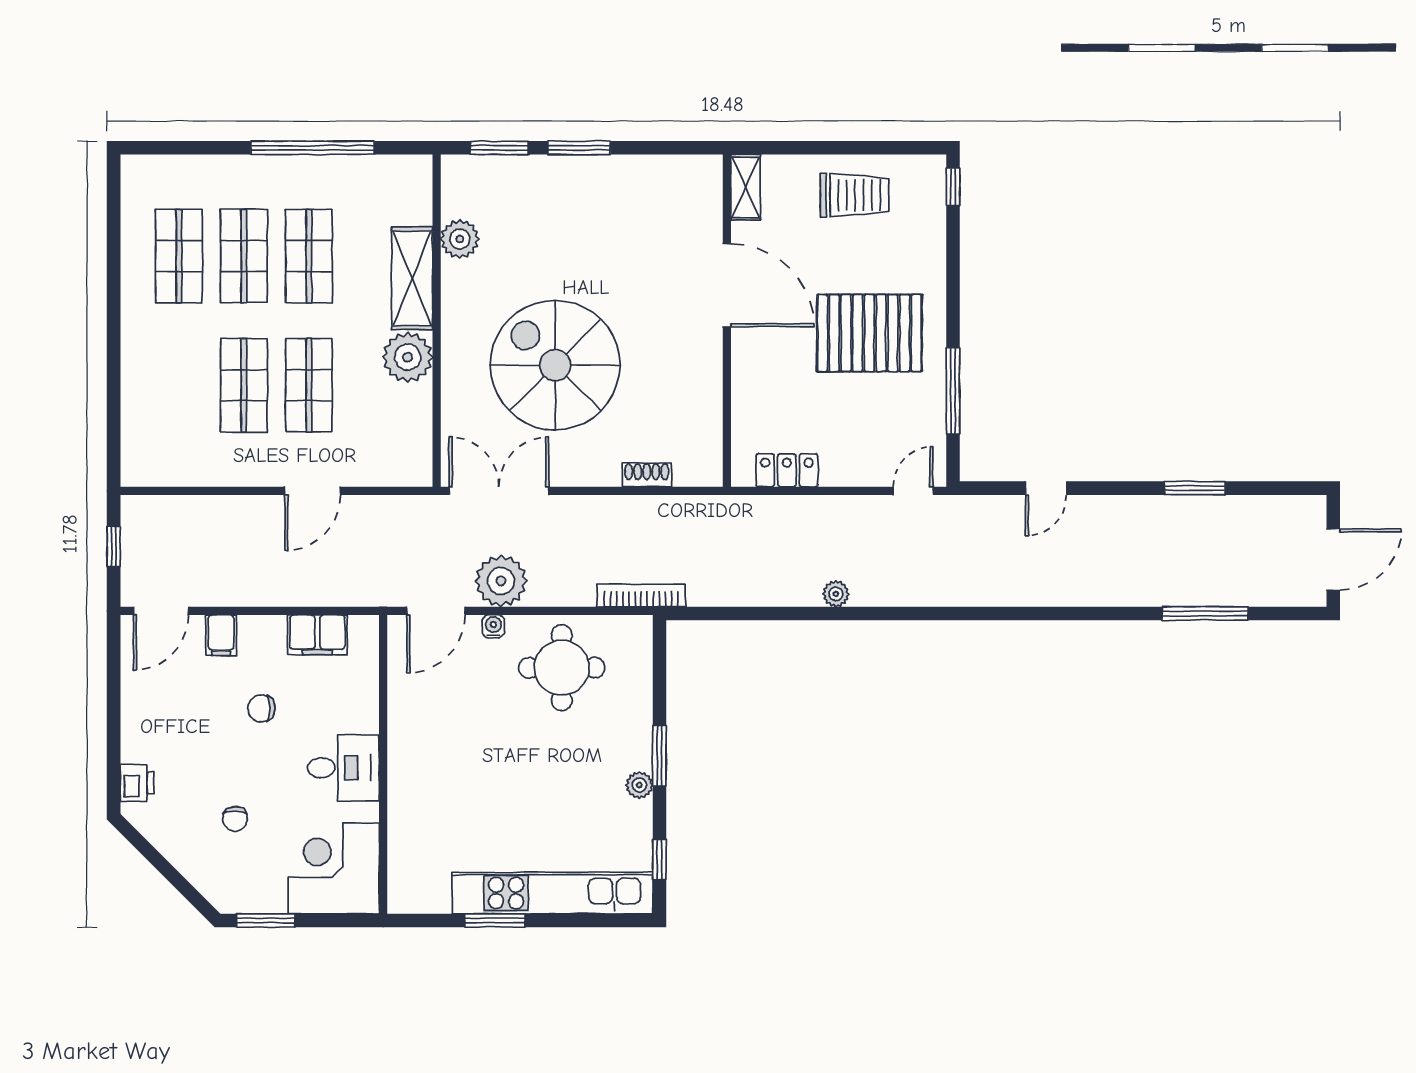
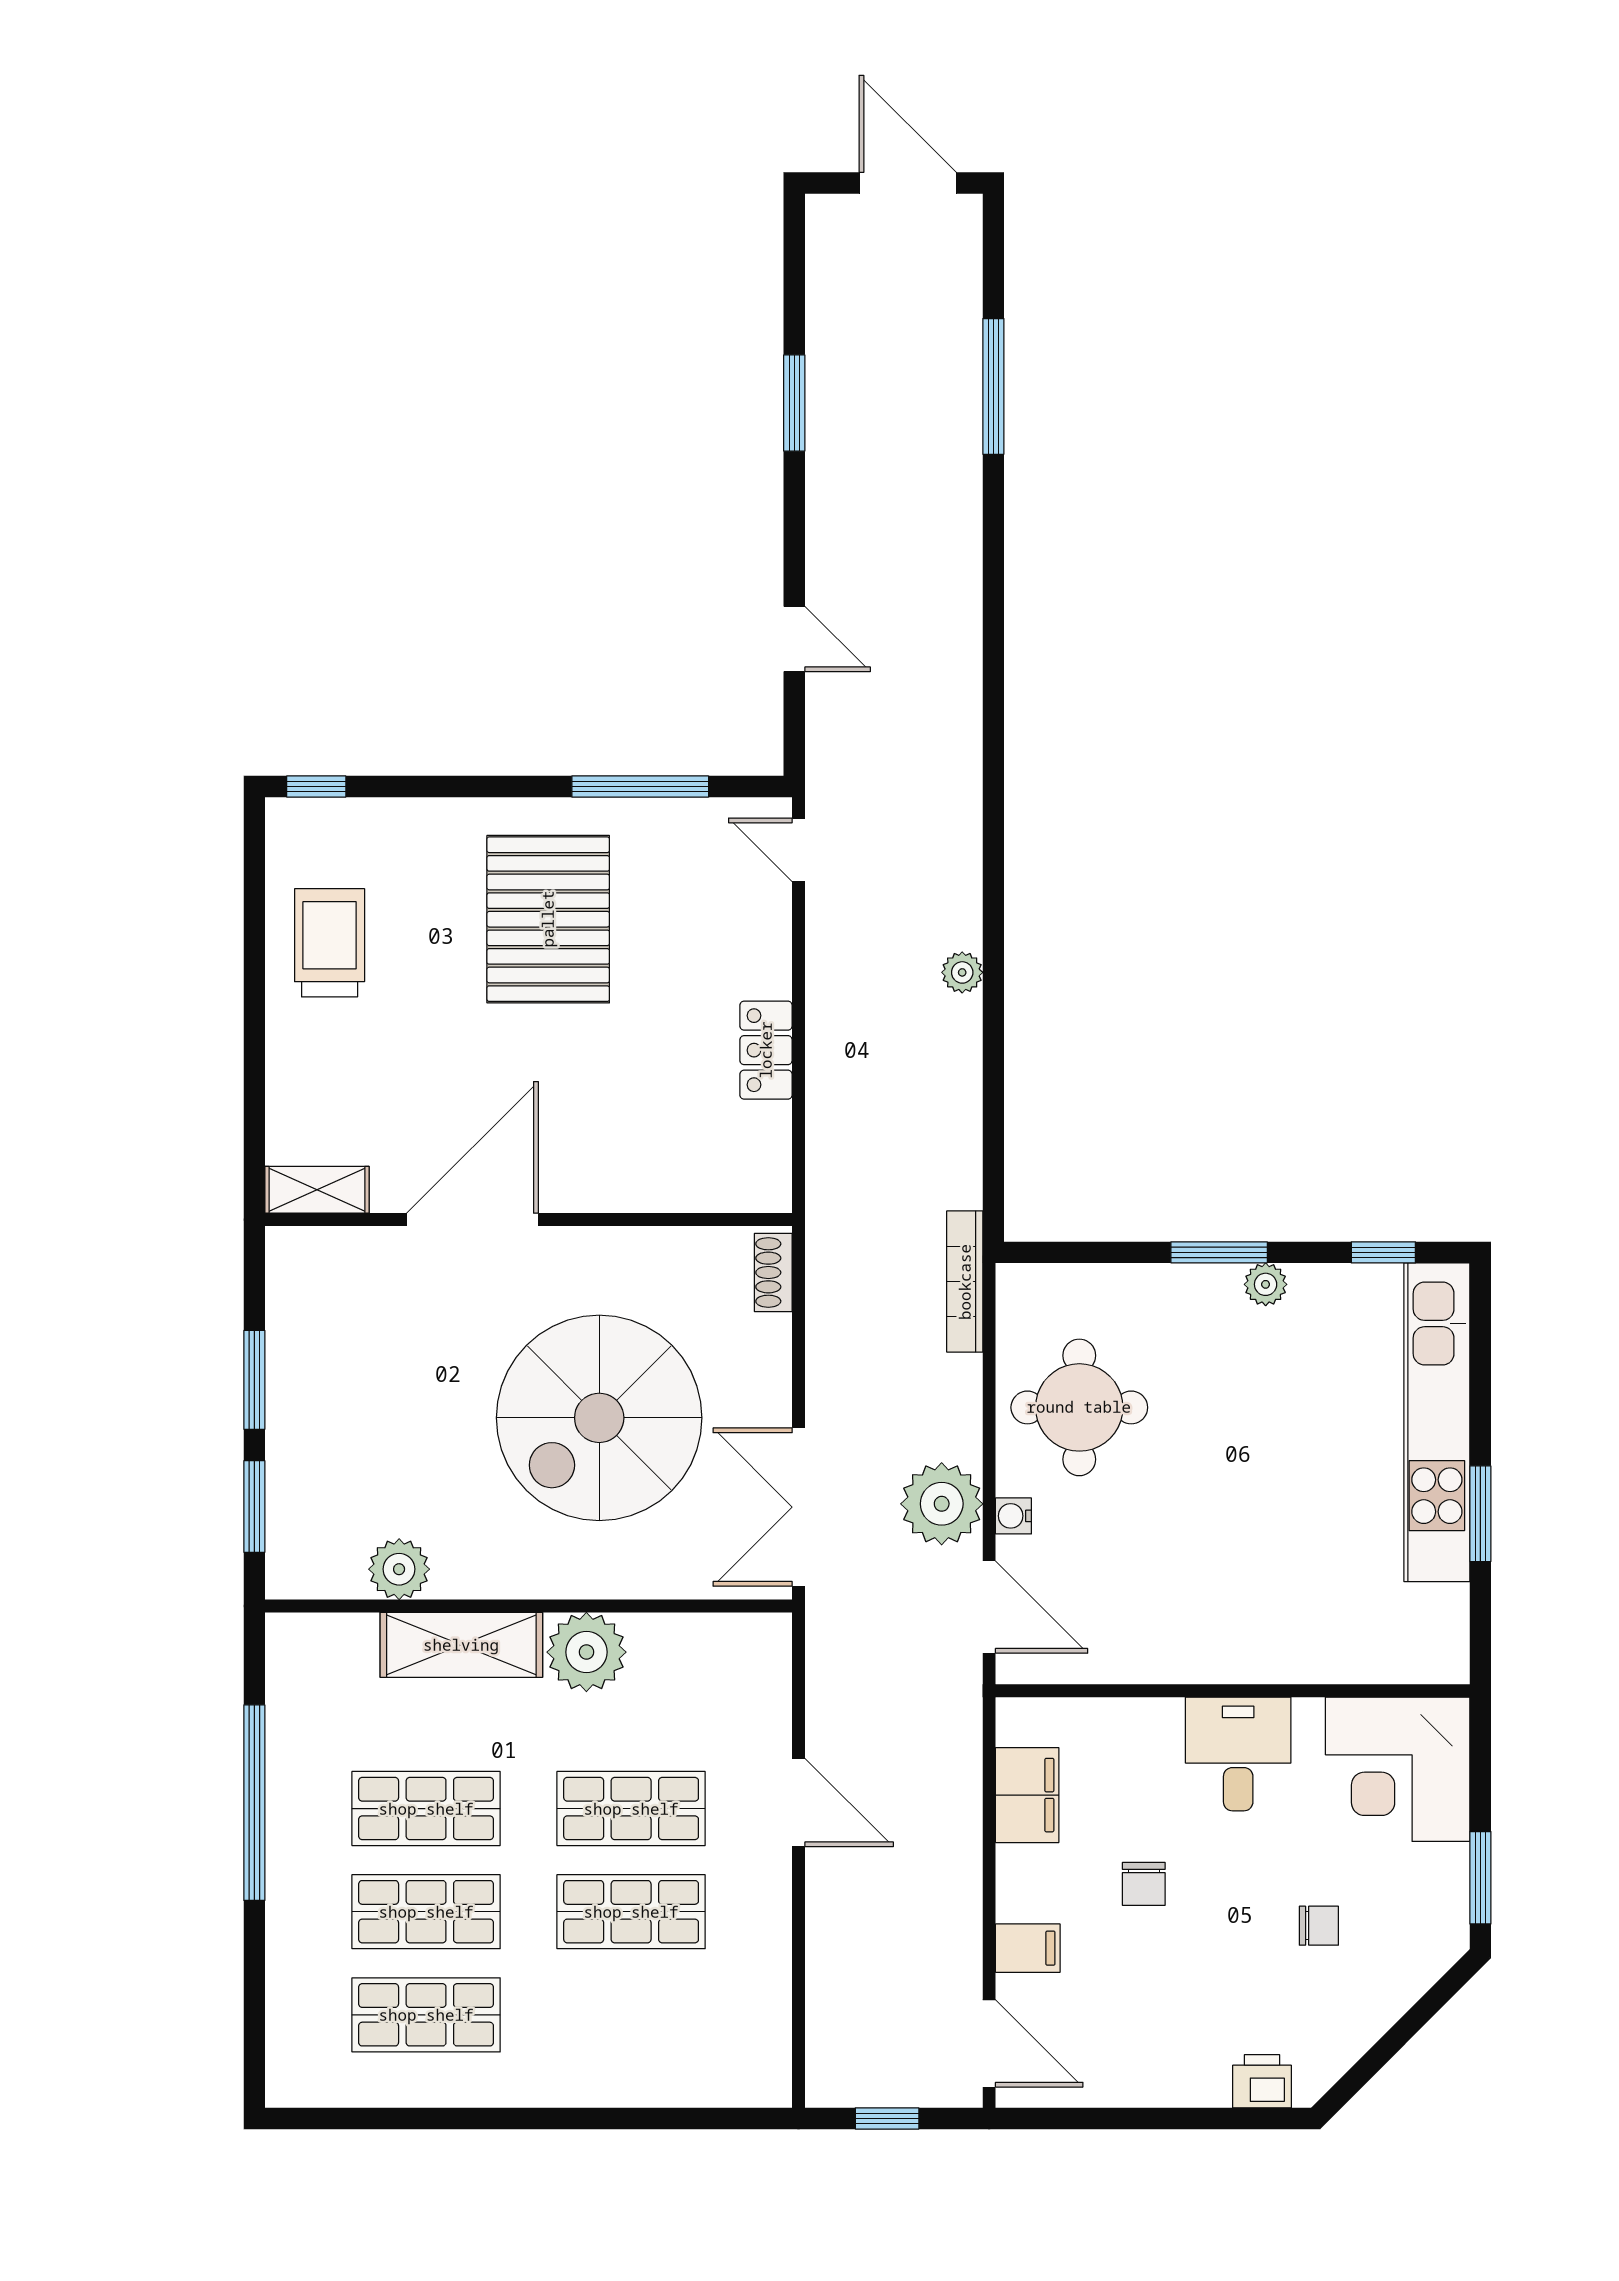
shelving: (746, 187) -> (317, 1190), moved
door: (727, 285) -> (472, 1220), moved
wall: (727, 321) -> (529, 1220), moved

